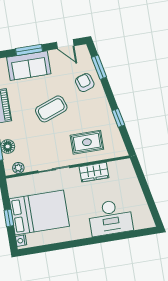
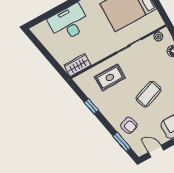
wardrobe: (94, 172) -> (77, 65), moved

